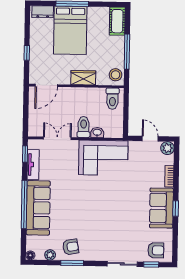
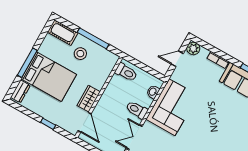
stool: (115, 75) -> (80, 54), moved
wardrobe: (83, 78) -> (89, 99), moved
washbasin: (97, 133) -> (153, 92), moved

